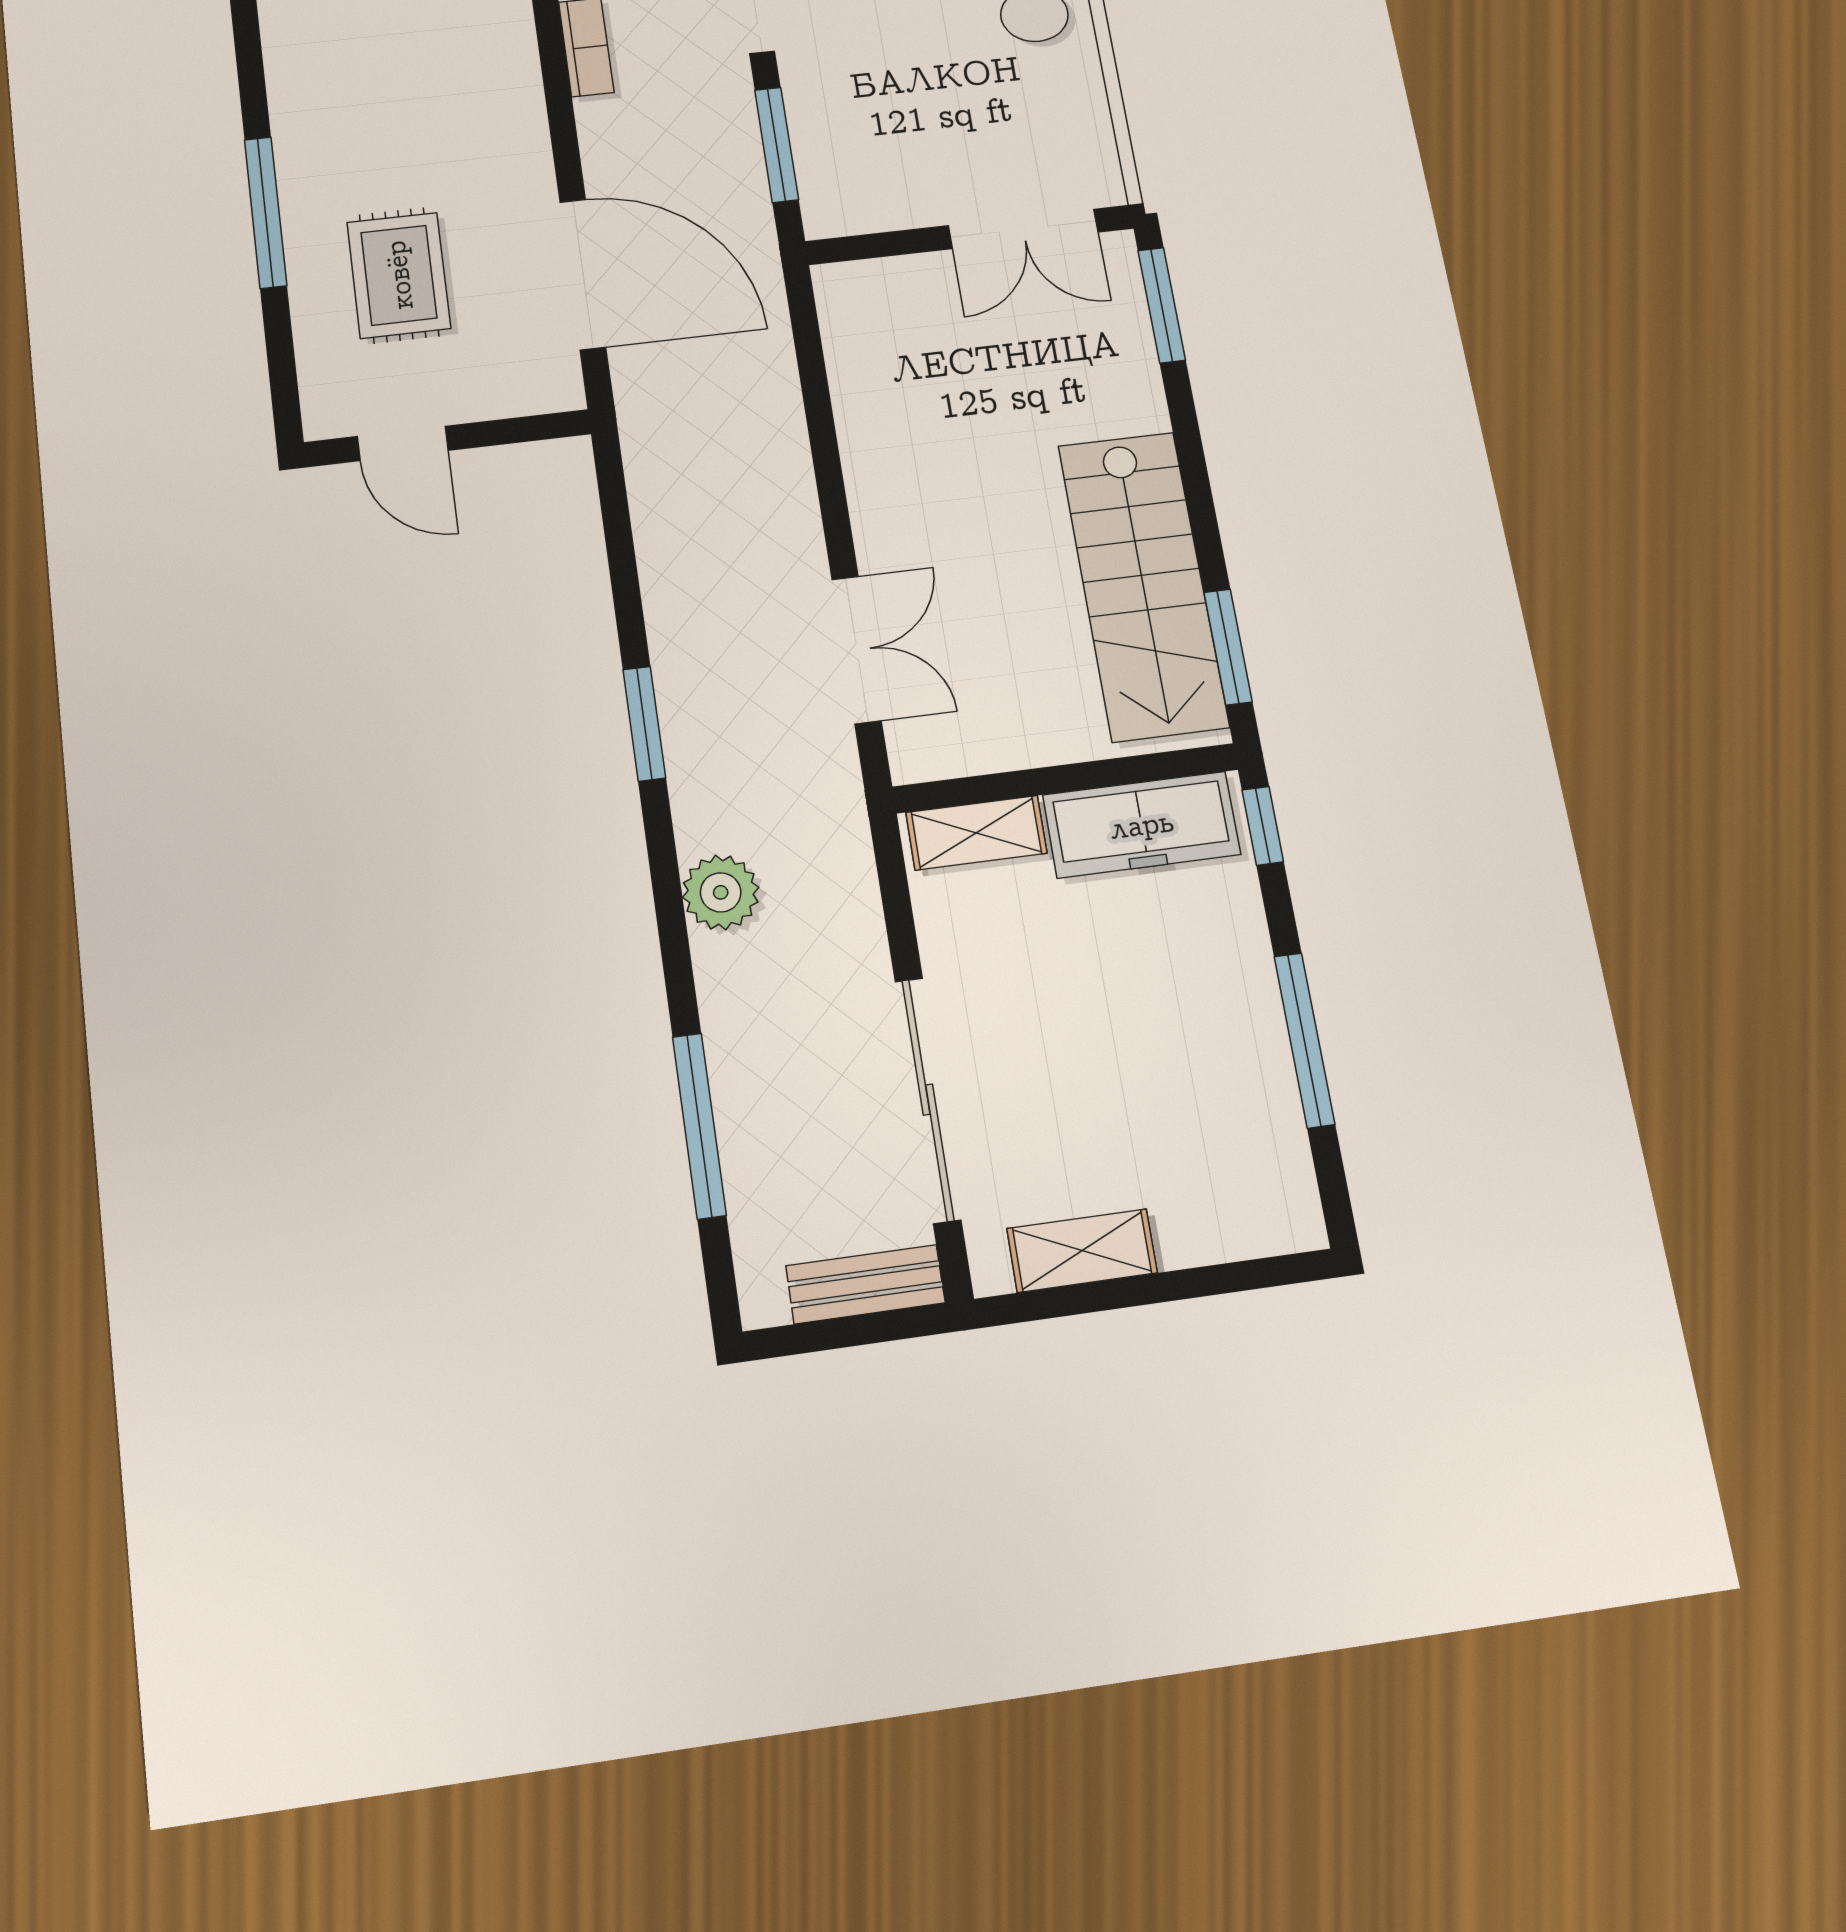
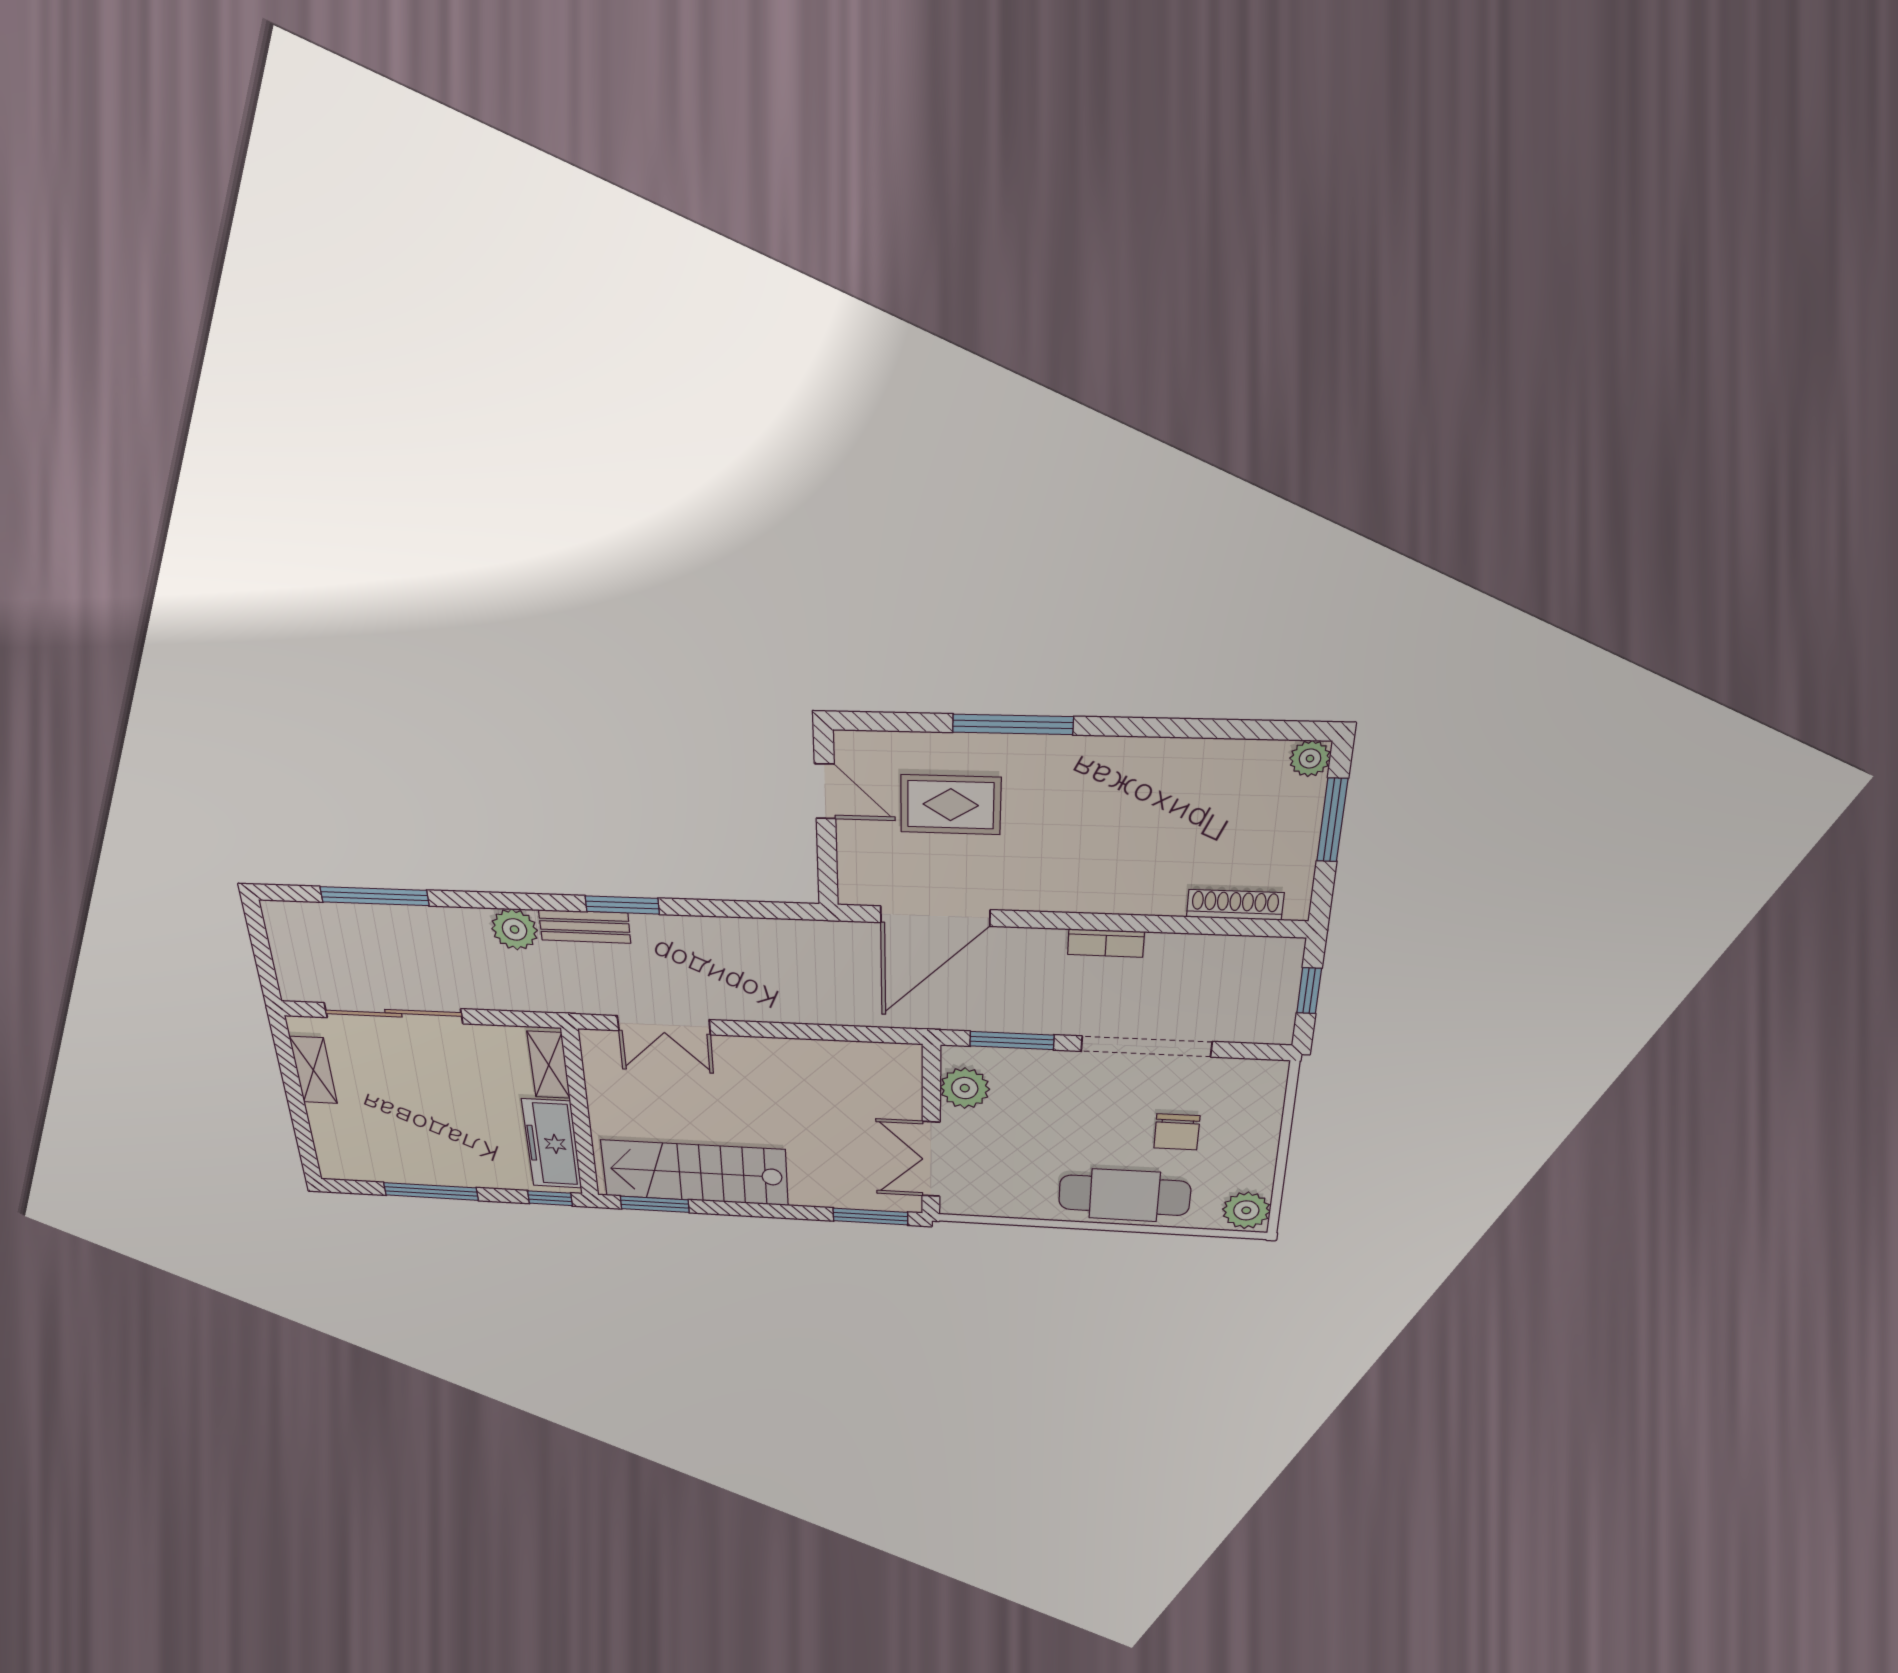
plant: (877, 198) -> (965, 1088), added
door: (403, 443) -> (825, 791), swing flipped
bench: (865, 1284) -> (585, 926), moved, turned 90

